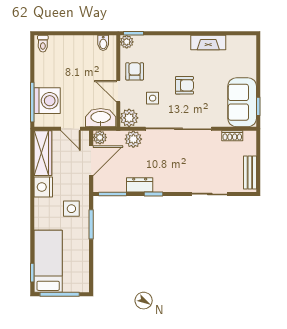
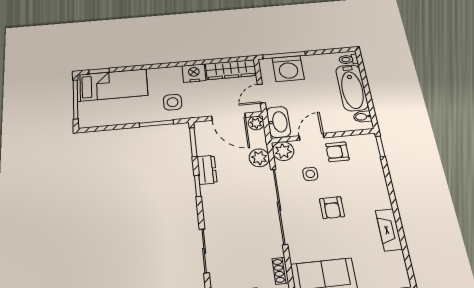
plant: (127, 42) -> (369, 140), removed
bathtub: (73, 46) -> (352, 88), added
armchair: (135, 71) -> (337, 152), turned 180

